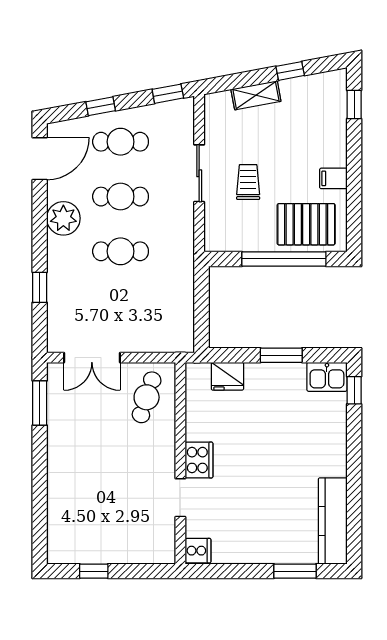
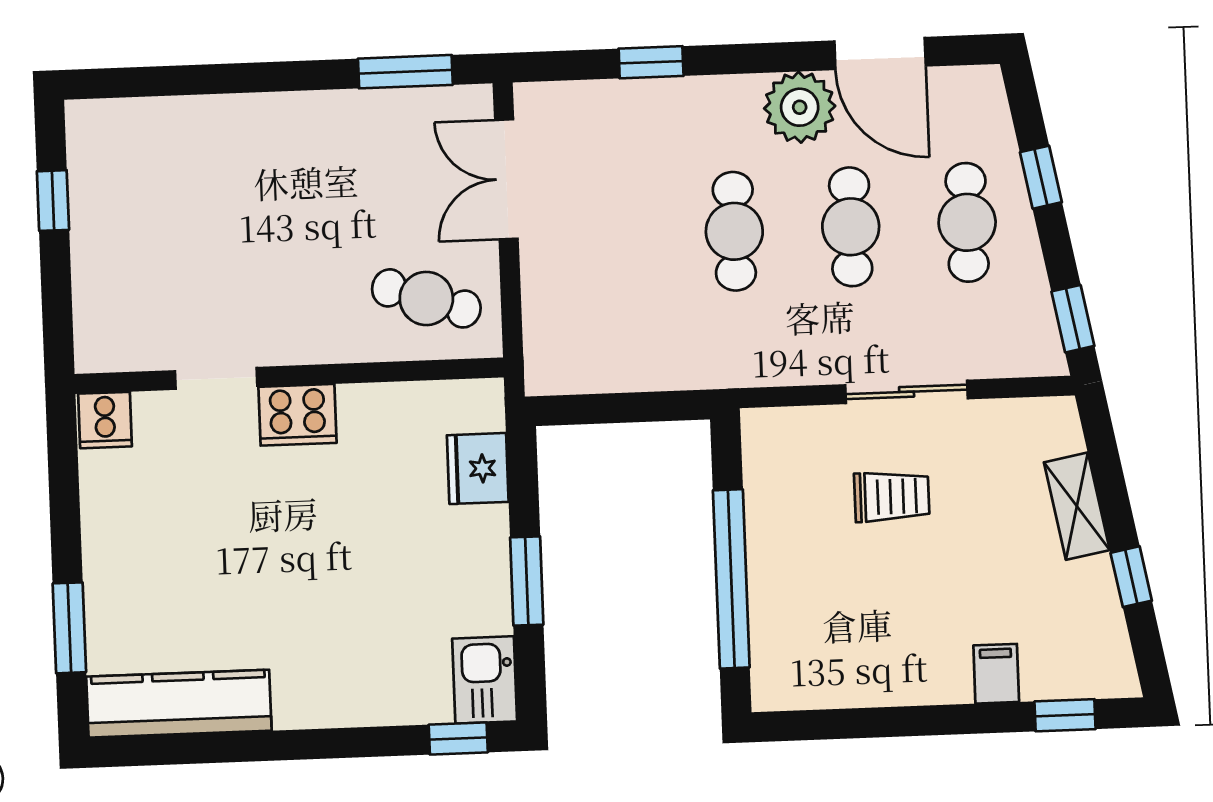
door: (40, 159) -> (880, 53), moved
filing cabinet: (333, 178) -> (996, 674), moved
pallet: (306, 224) -> (807, 623), removed

